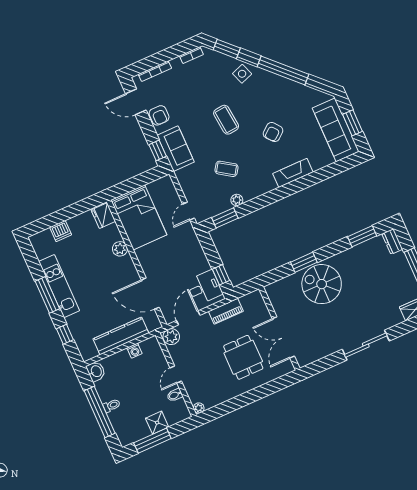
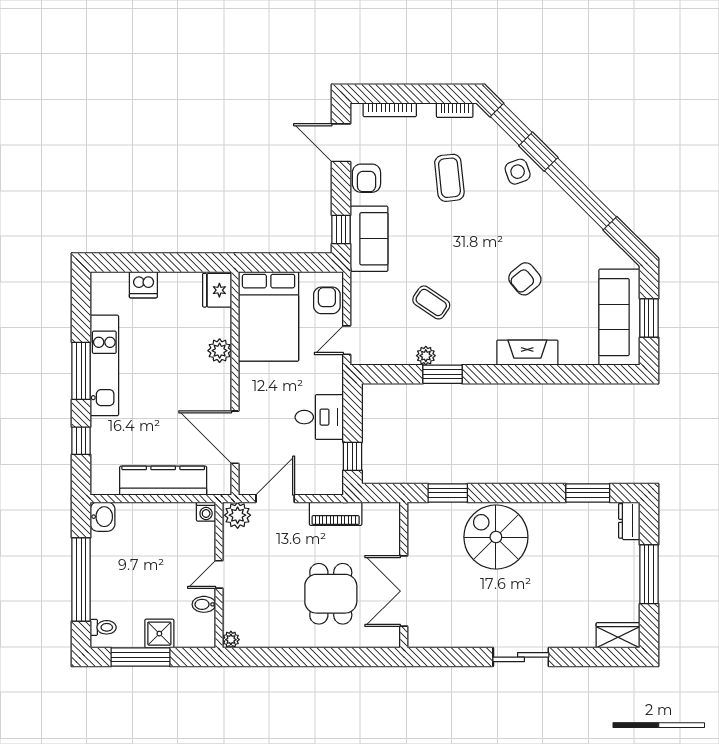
coffee table: (226, 120) -> (449, 178), moved
armchair: (167, 194) -> (327, 300), added
window: (225, 218) -> (443, 374), moved
window: (304, 262) -> (448, 493), moved
desk: (204, 288) -> (319, 417), moved
sliding door: (366, 345) -> (521, 657), width x0.73
washing machine: (134, 351) -> (206, 512), moved
toilet: (112, 406) -> (103, 627), moved

